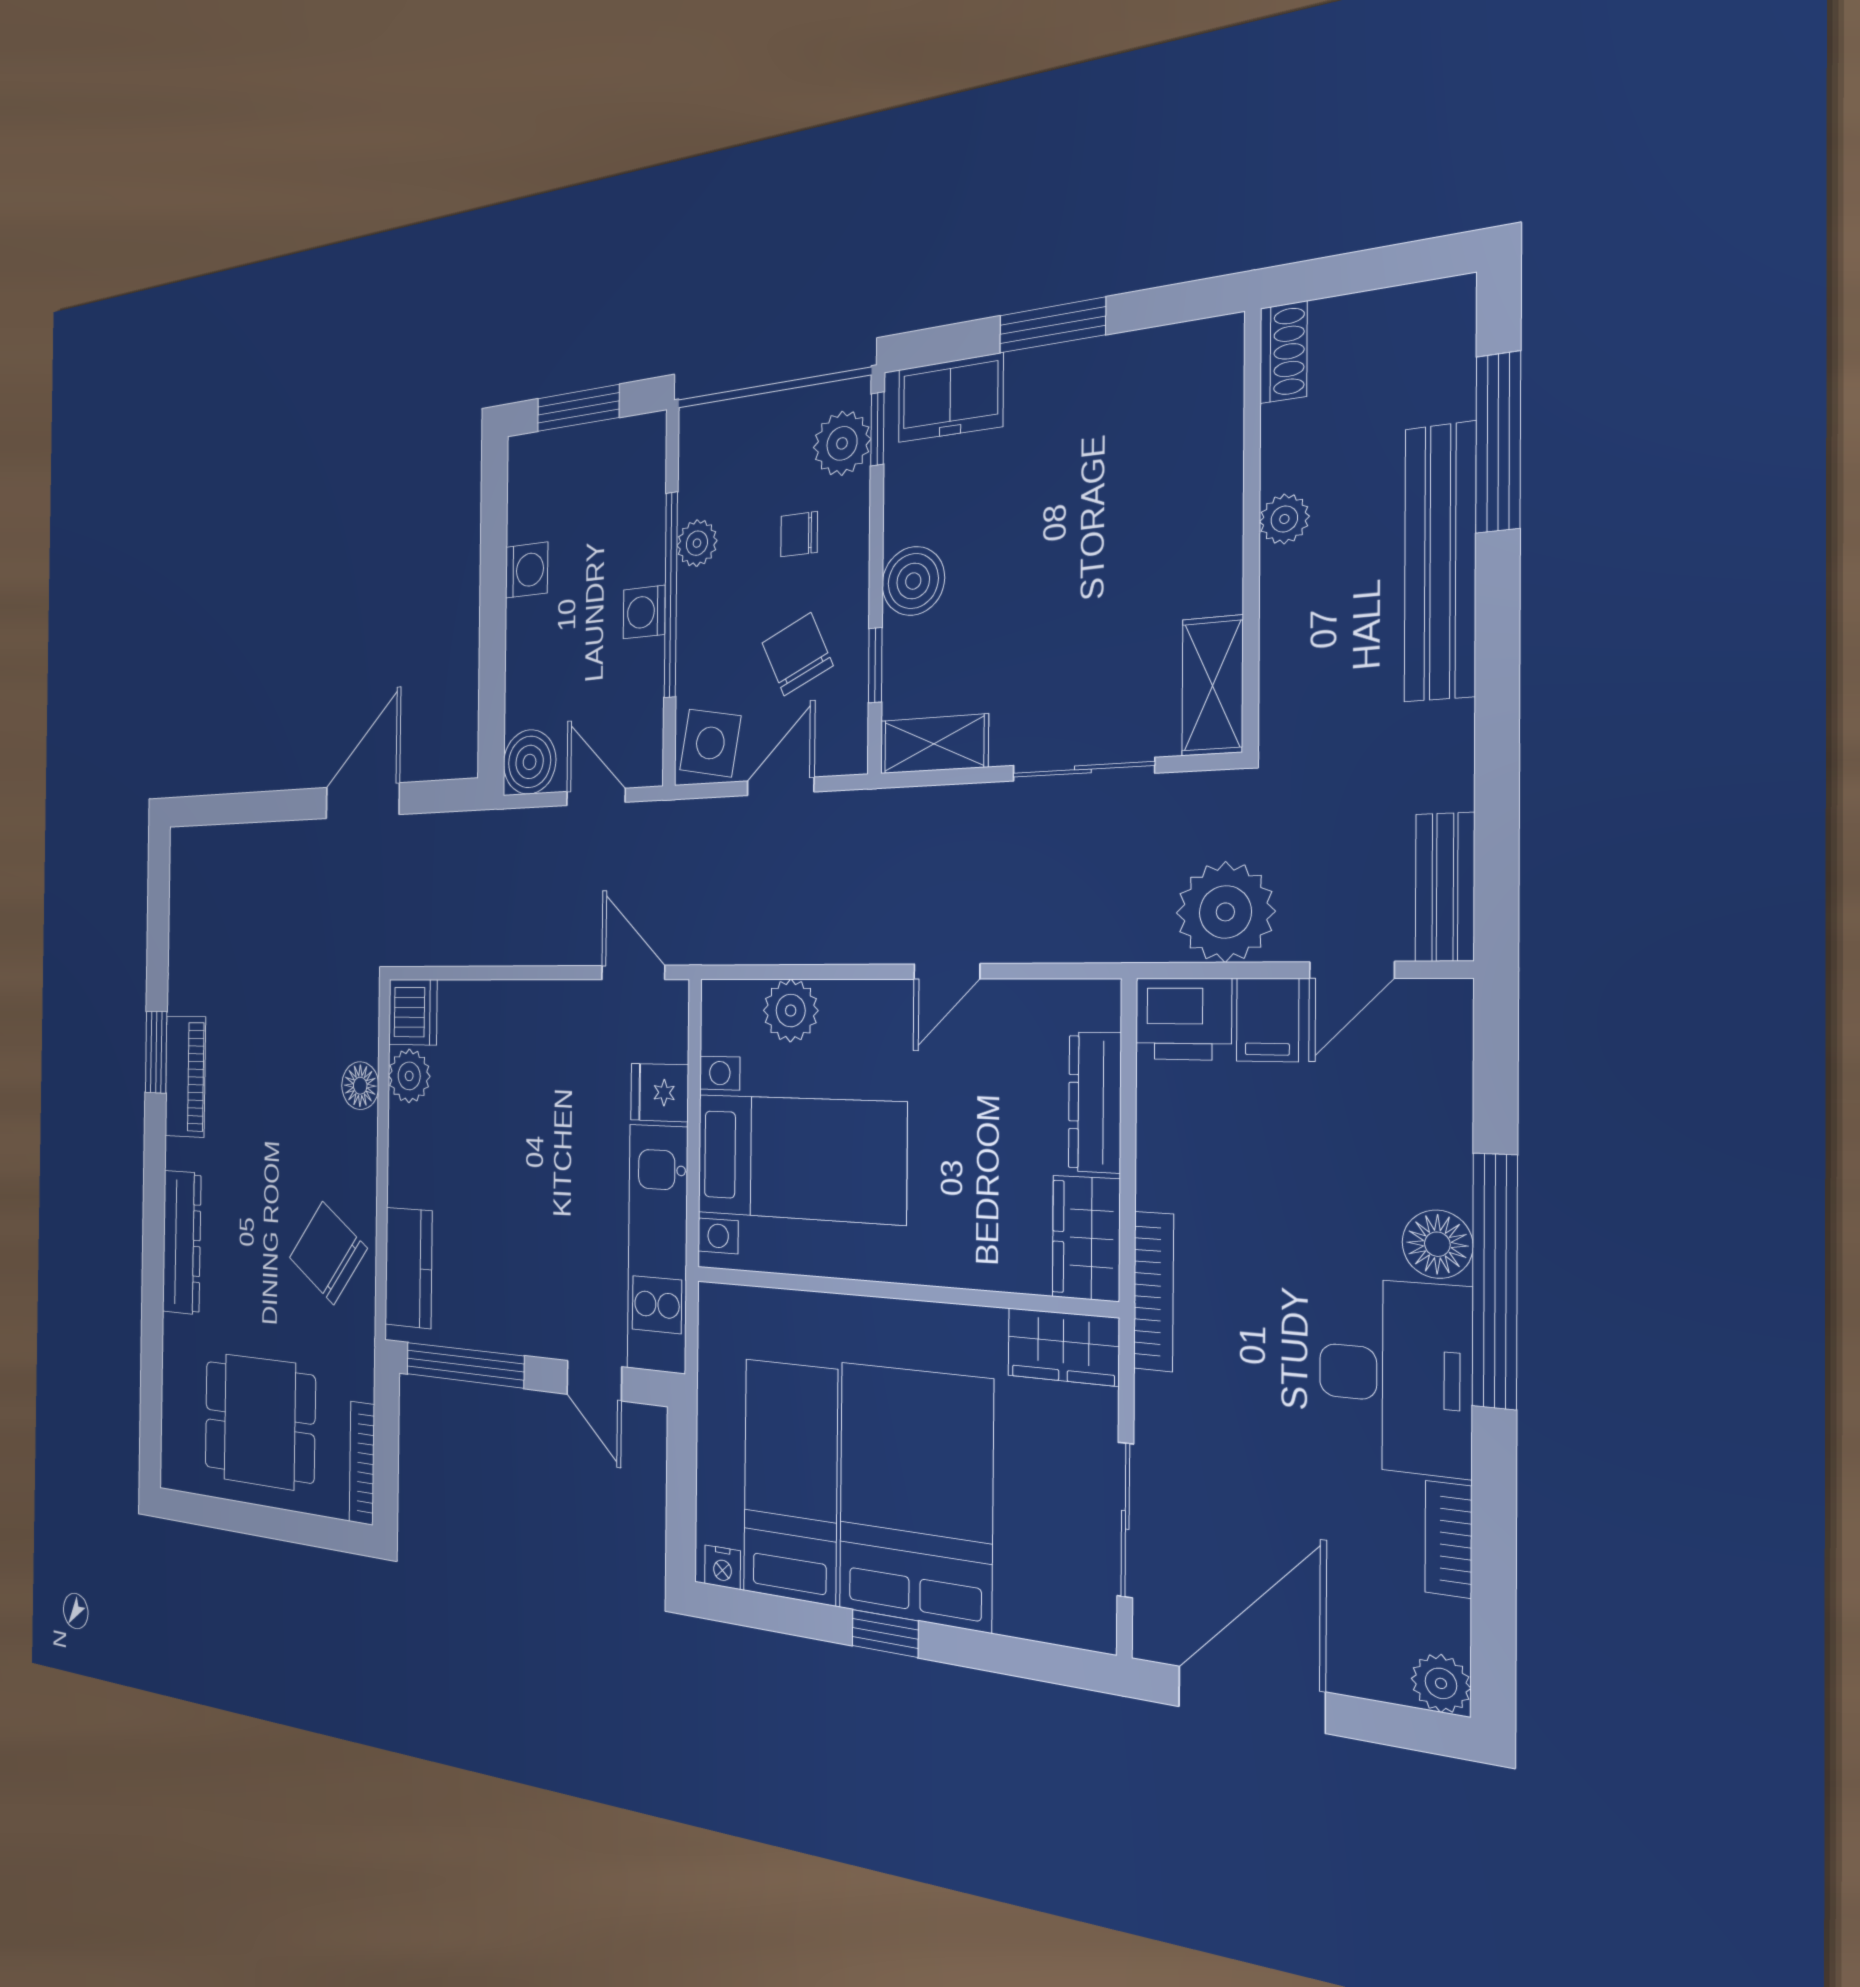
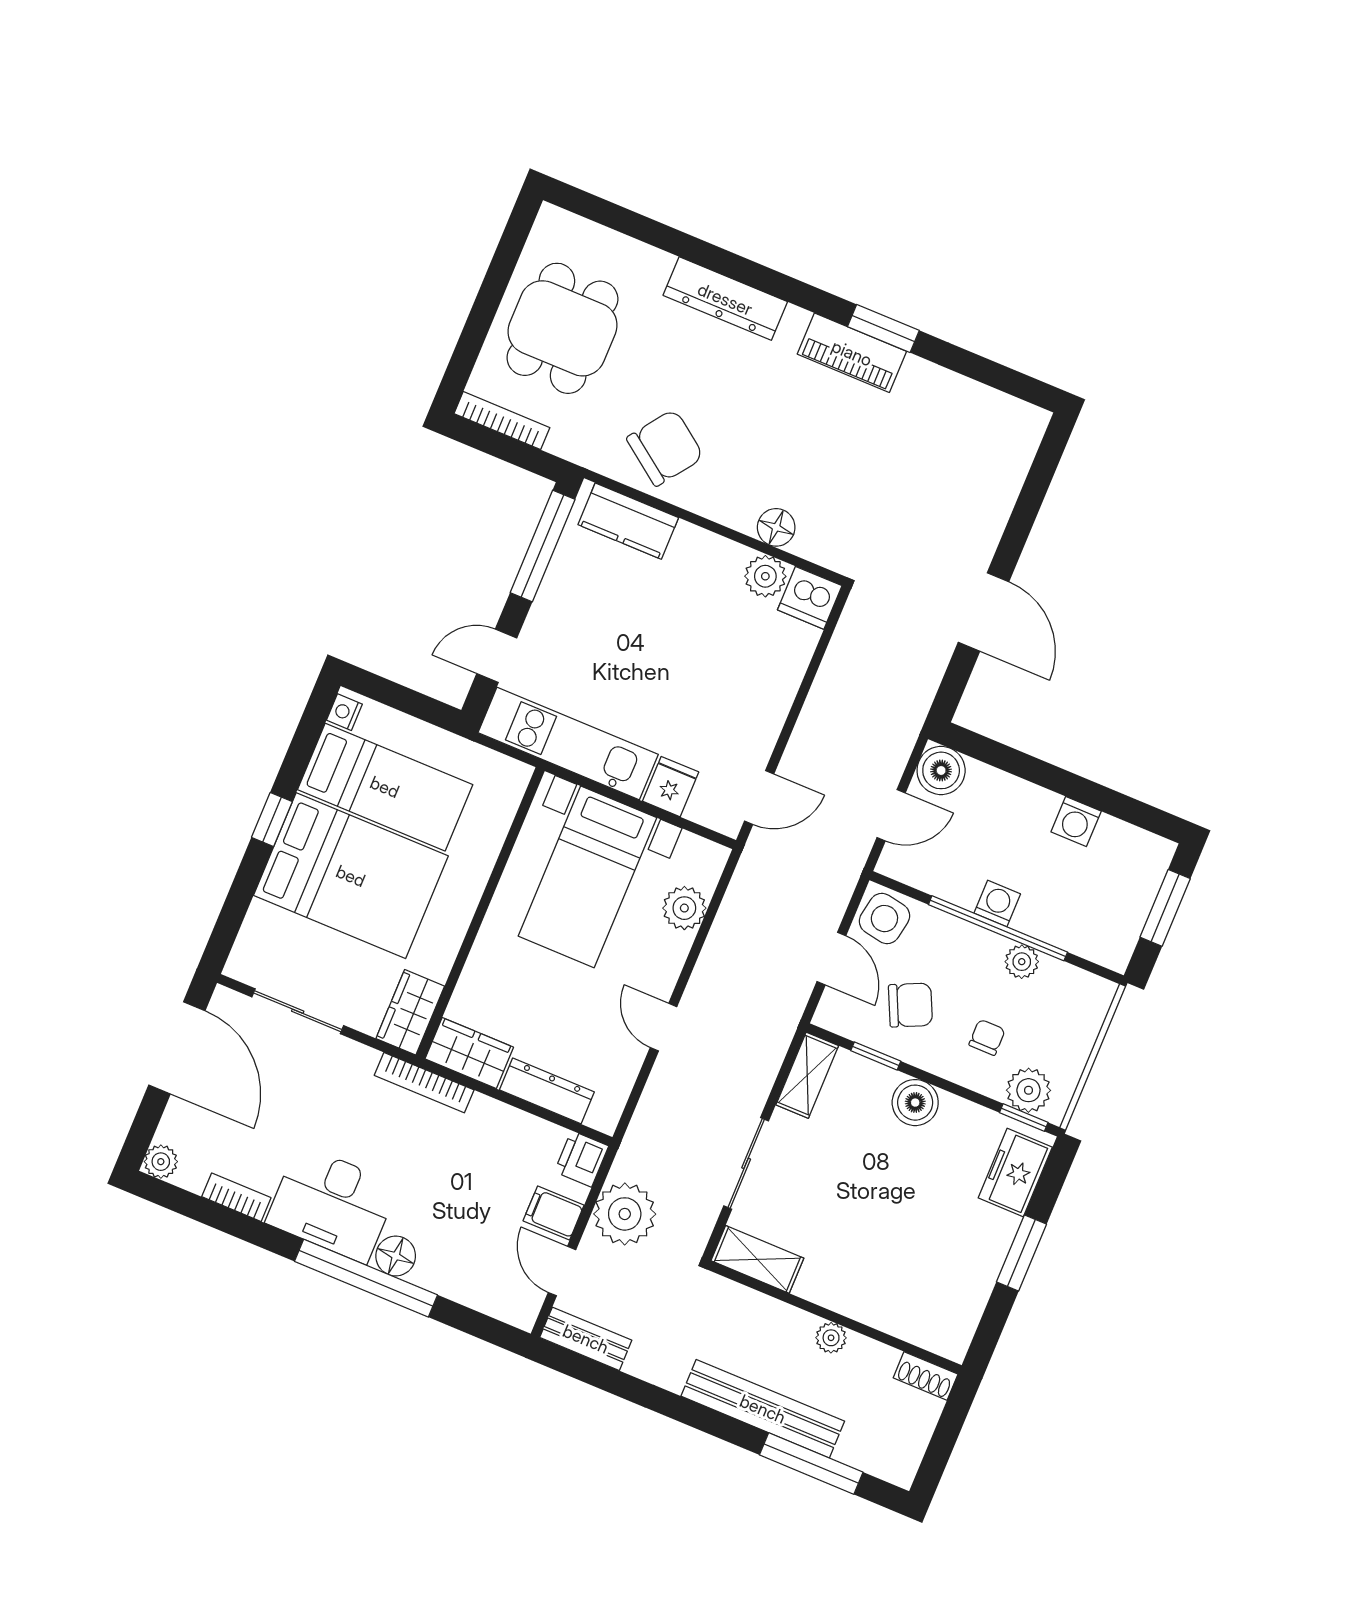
printer: (1183, 1019) -> (582, 1159), width x0.73, depth x0.81

